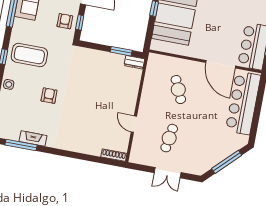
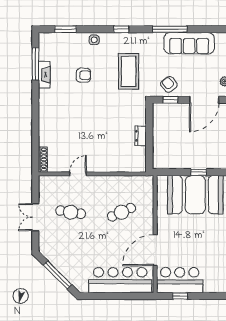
armchair: (65, 21) -> (169, 84), turned -130
window: (121, 51) -> (149, 147), removed
coffee table: (29, 55) -> (129, 71), moved
dresser: (134, 62) -> (141, 136), moved
armchair: (49, 96) -> (83, 75), moved

